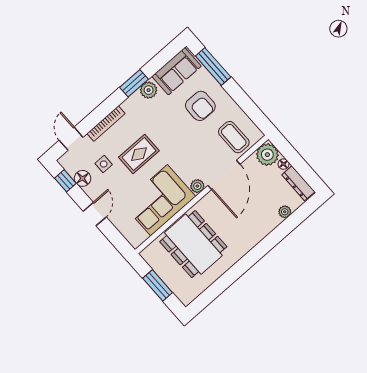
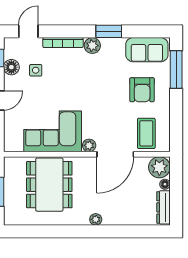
plant: (149, 90) -> (92, 46), moved
rug: (139, 154) -> (67, 85), removed
plant: (285, 212) -> (96, 219), moved

